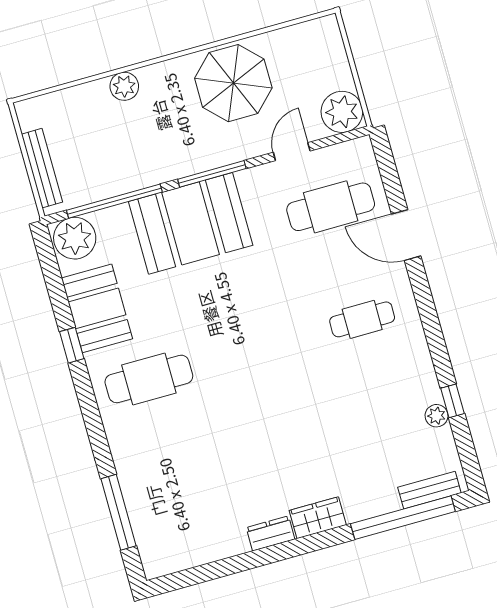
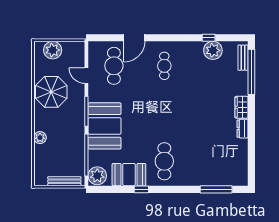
plant: (342, 112) -> (53, 50), moved
plant: (437, 416) -> (213, 50), width x1.88, depth x1.88

